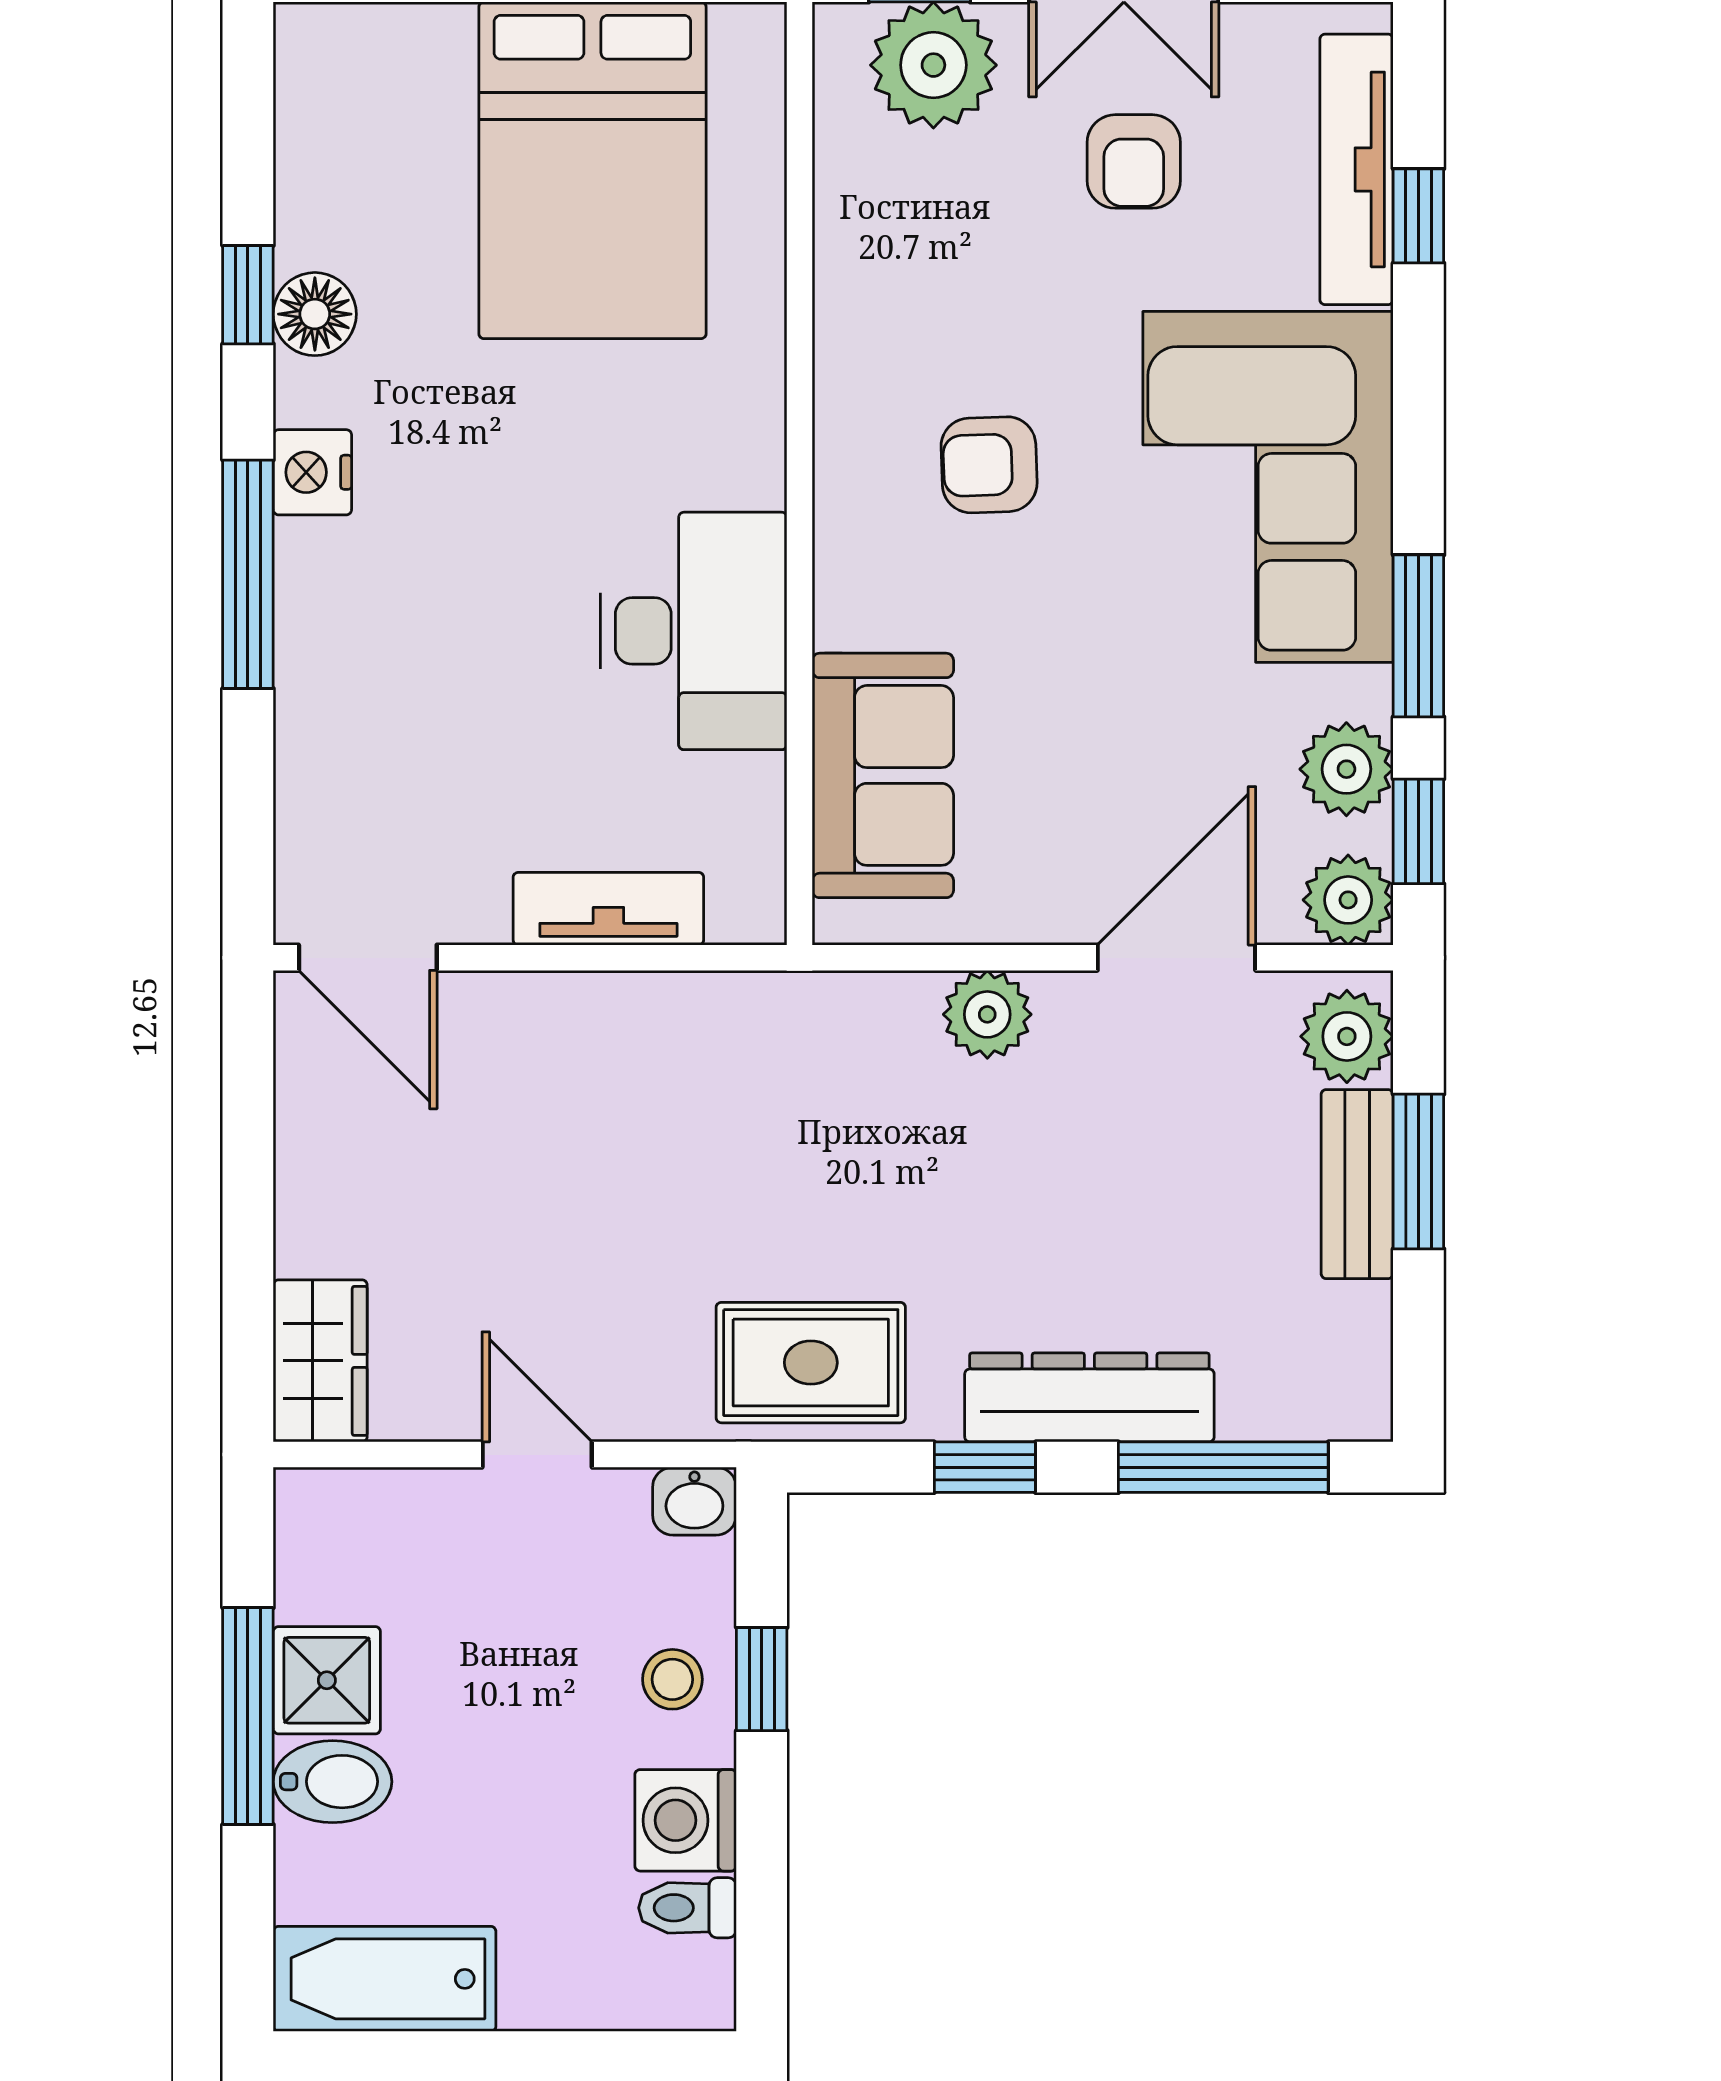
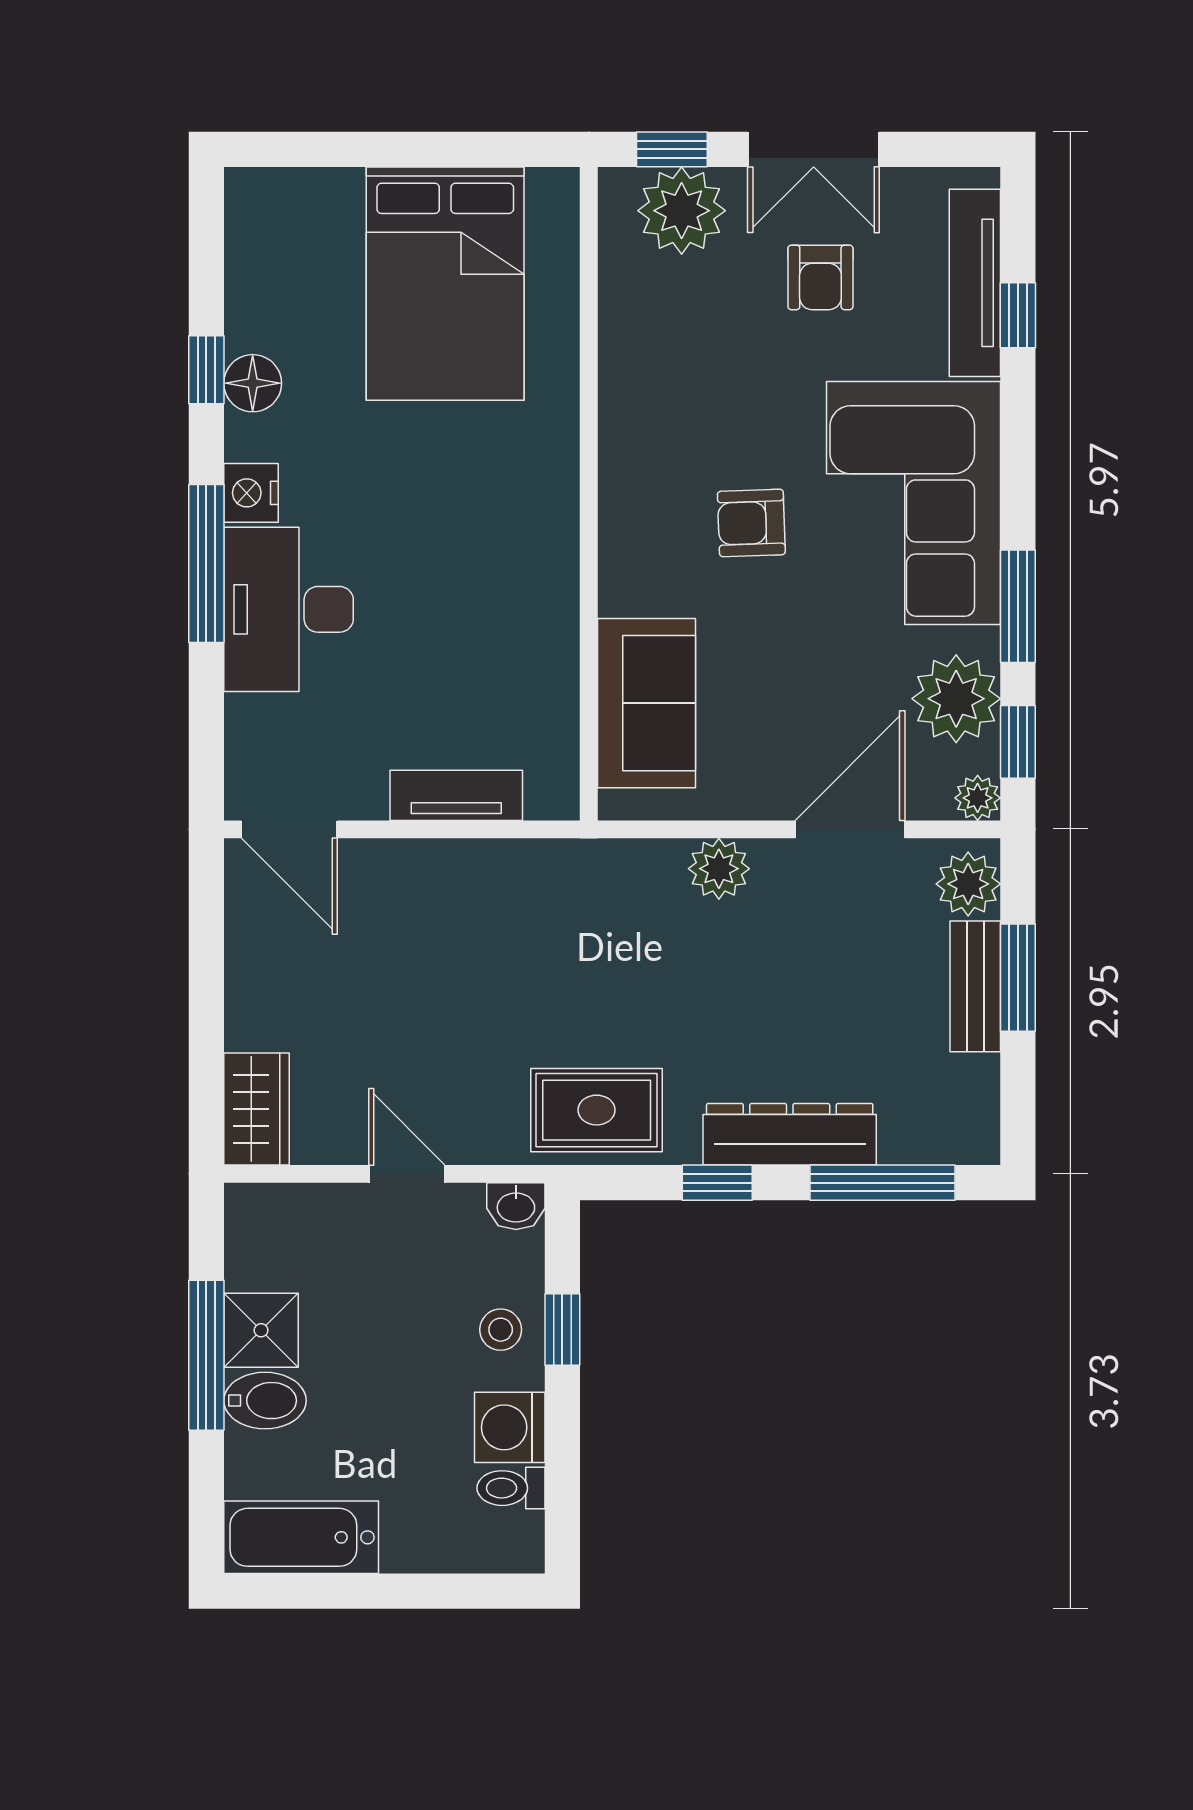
armchair: (989, 465) -> (751, 523), moved
desk: (694, 631) -> (289, 609), moved, turned 180
plant: (1346, 769) -> (956, 699), width x1.36, depth x1.36
plant: (1348, 900) -> (978, 798), width x0.73, depth x0.73

